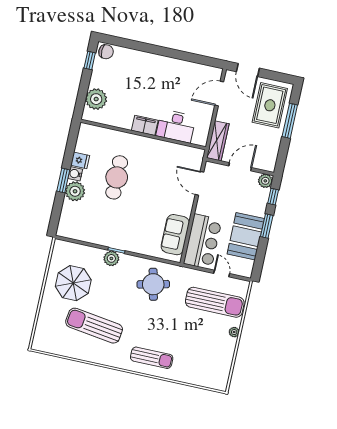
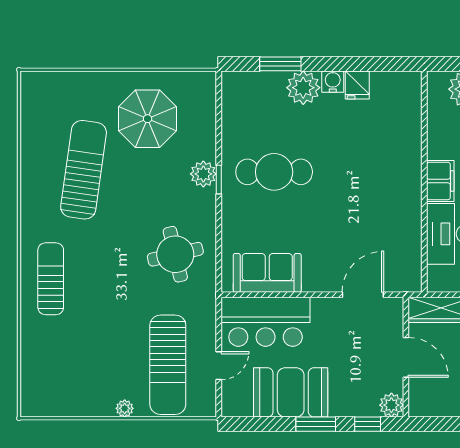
cafe table: (117, 177) -> (274, 172), moved
window: (63, 180) -> (280, 64), moved
sun lounger: (152, 358) -> (51, 279), turned 180

